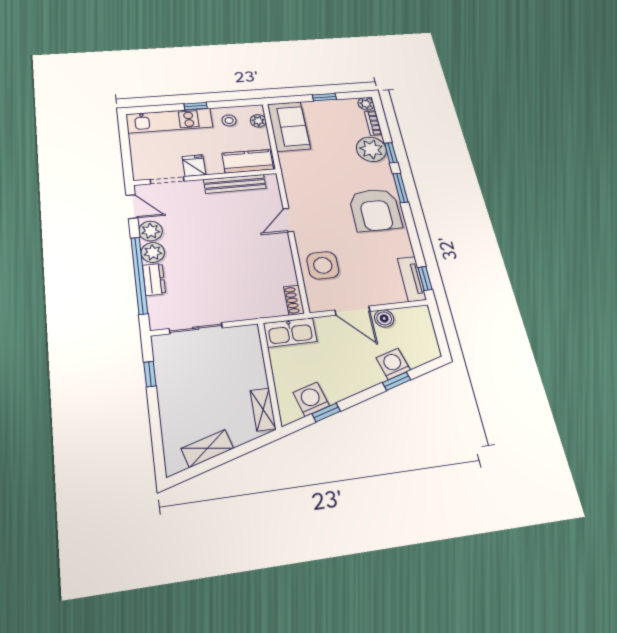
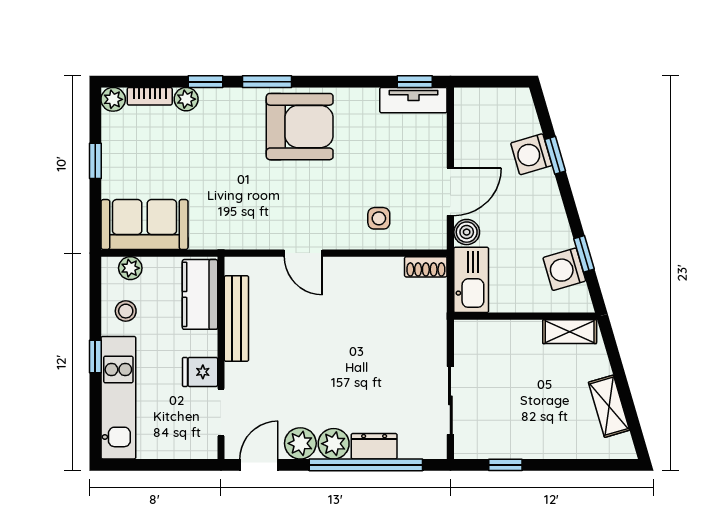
plant: (371, 149) -> (186, 99), width x0.53, depth x0.53
side table: (323, 265) -> (379, 218), width x0.54, depth x0.54
boiler: (384, 318) -> (467, 232), moved

